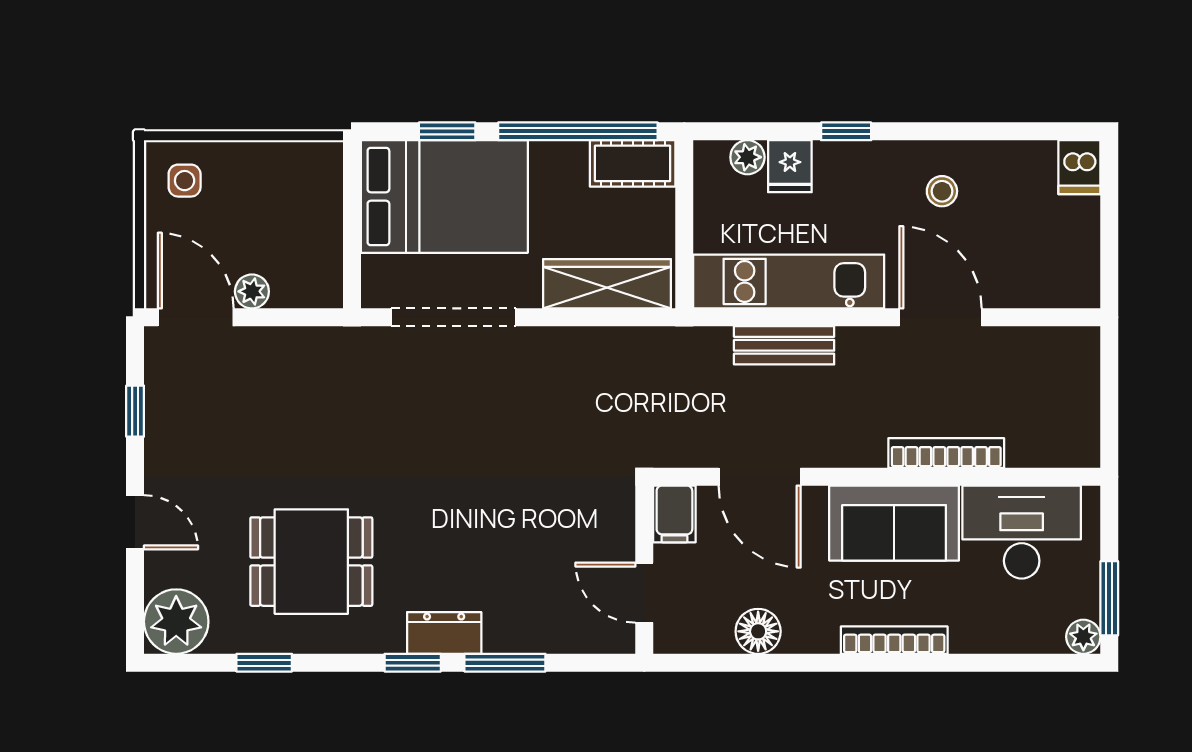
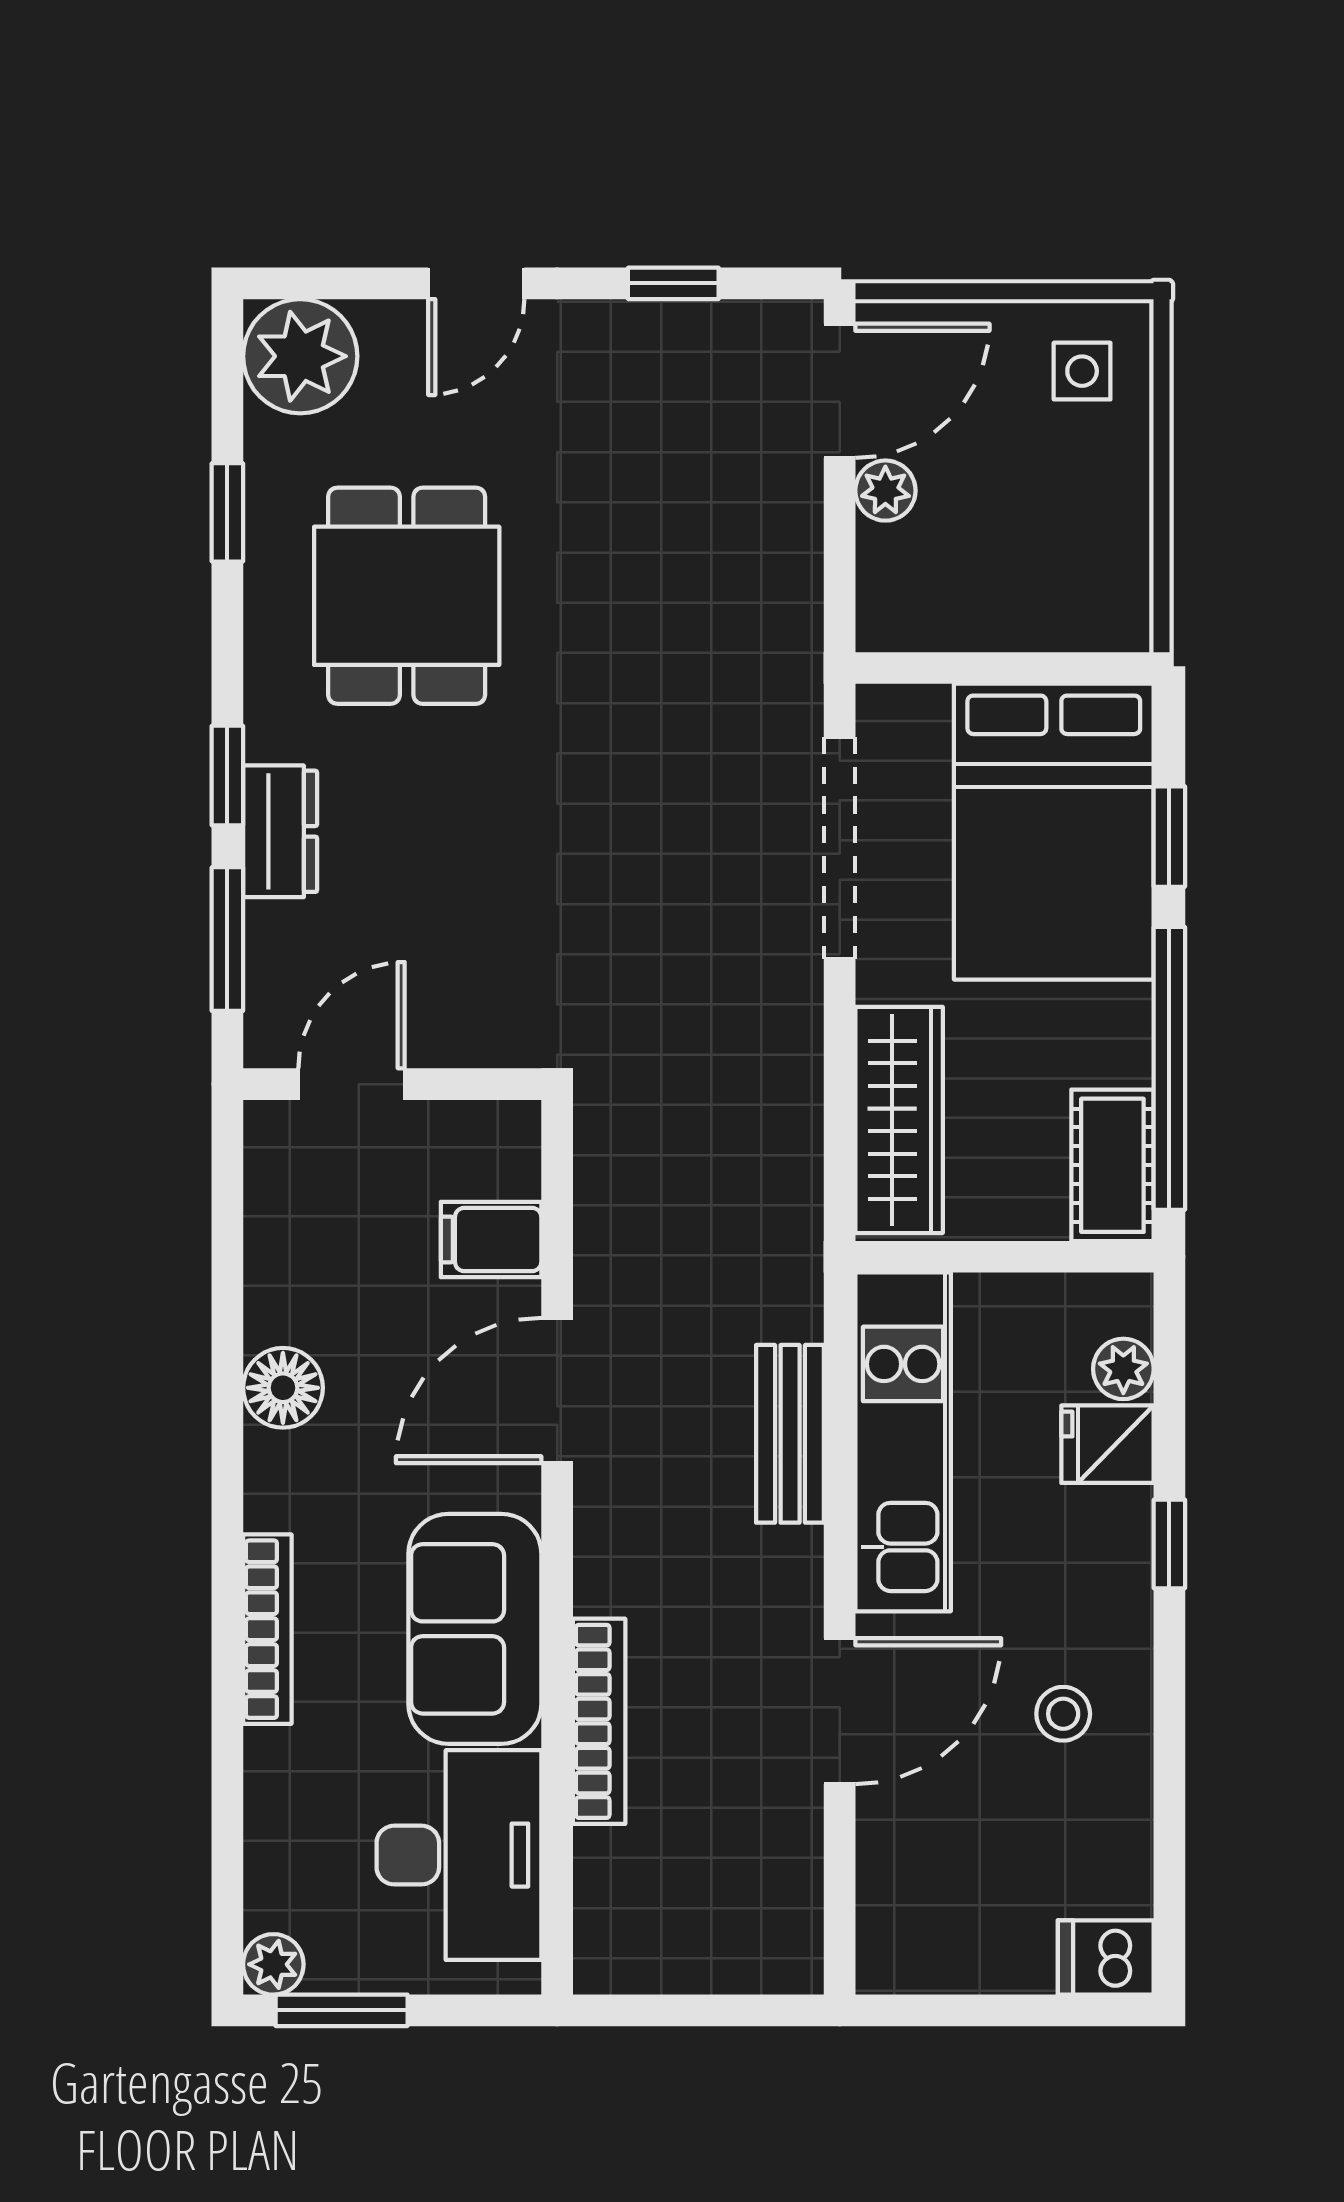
wall: (644, 570) -> (392, 1084), moved
door: (644, 593) -> (352, 1084), moved

